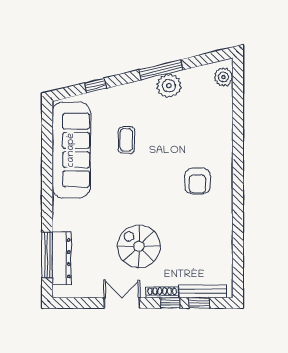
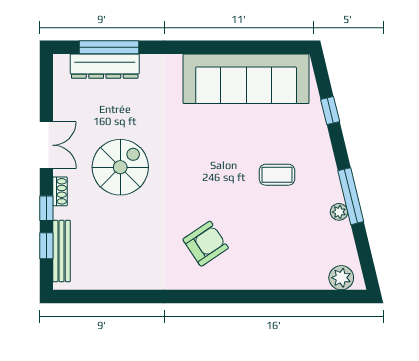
plant: (169, 86) -> (339, 212), width x0.53, depth x0.53
coffee table: (126, 140) -> (277, 175), moved
armchair: (197, 181) -> (206, 244), turned 146
shoe rack: (162, 292) -> (60, 191), width x0.70

